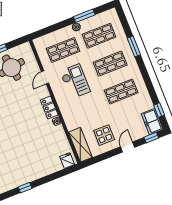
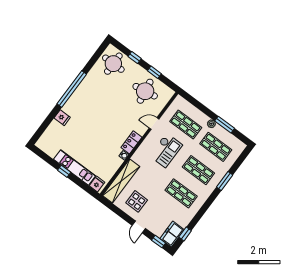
shelving: (80, 145) -> (121, 181), width x1.47
door: (128, 147) -> (139, 227), swing flipped
kitchen unit: (40, 171) -> (75, 167), added
window: (25, 188) -> (64, 171), moved

